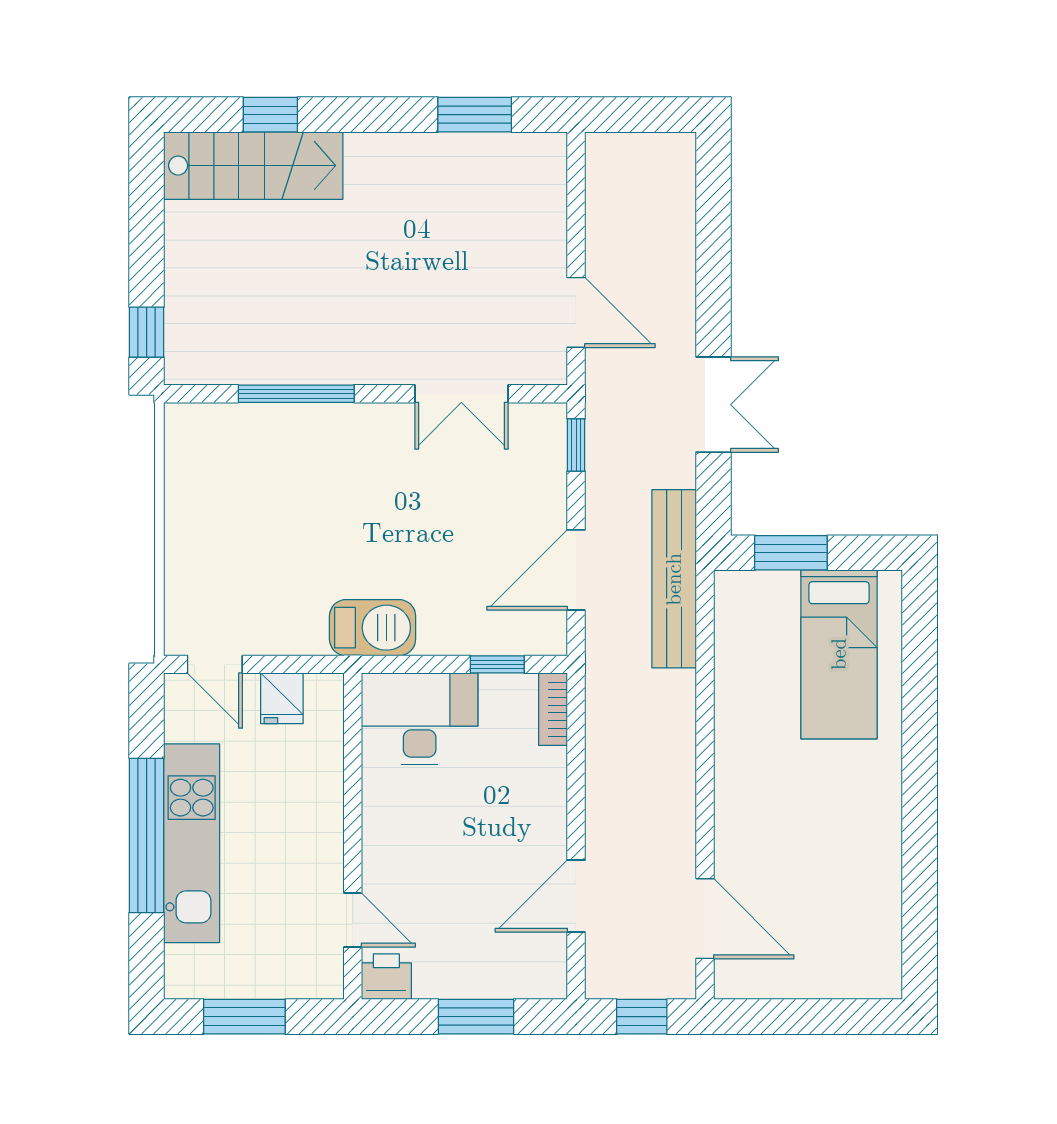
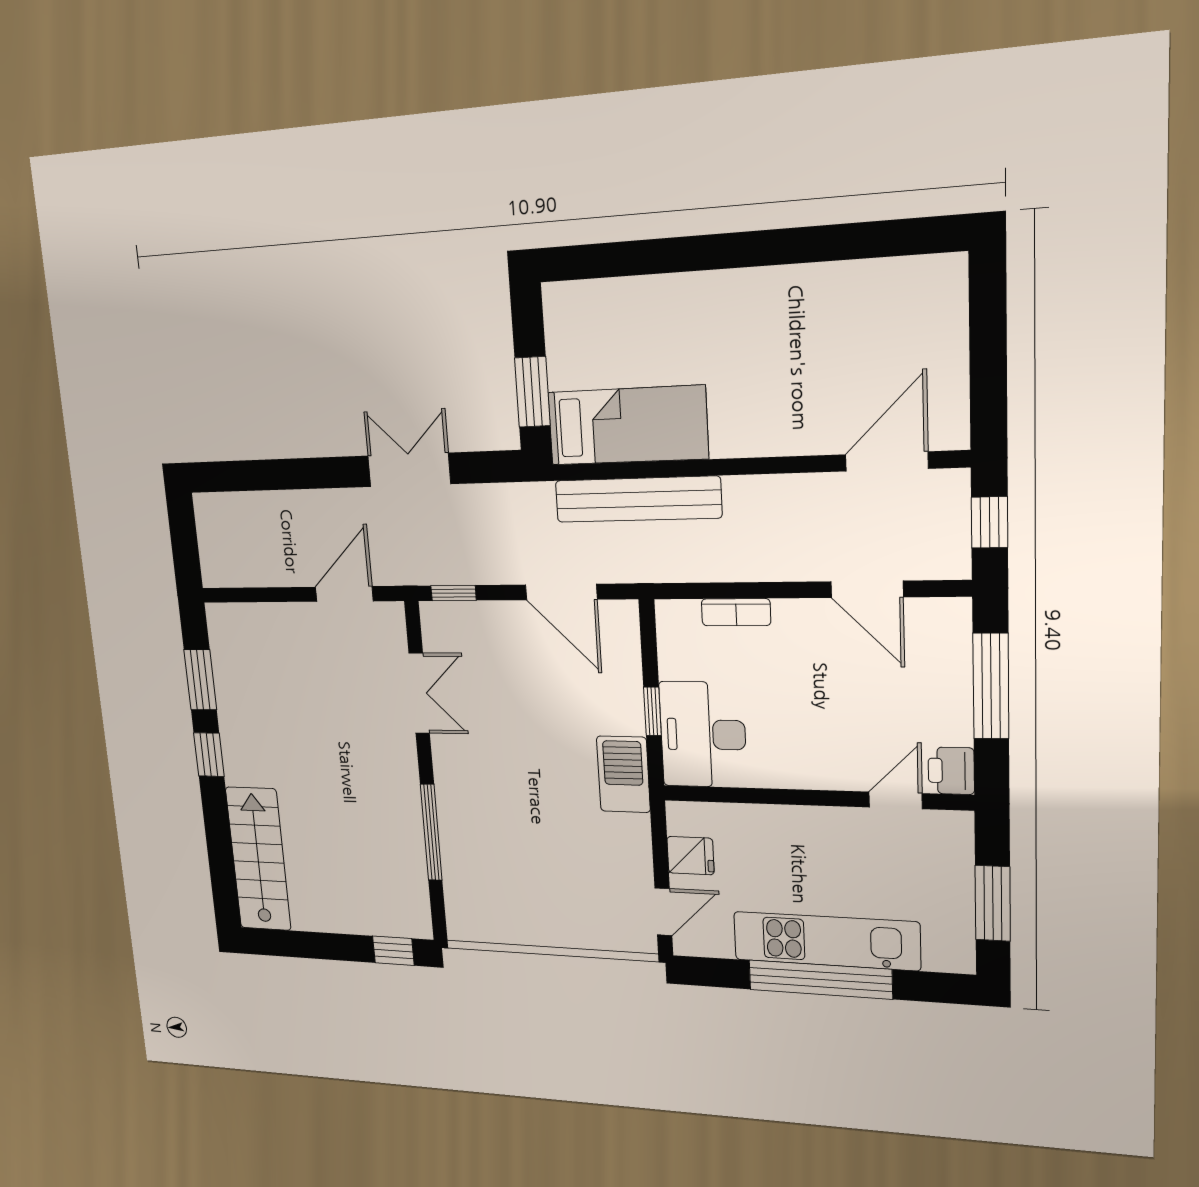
window: (270, 115) -> (209, 755), moved
bench: (674, 579) -> (638, 499), moved
bed: (839, 654) -> (627, 425), moved
window: (497, 664) -> (652, 711), moved
bookcase: (553, 709) -> (736, 612), moved
window: (476, 1017) -> (991, 686), width x1.44

